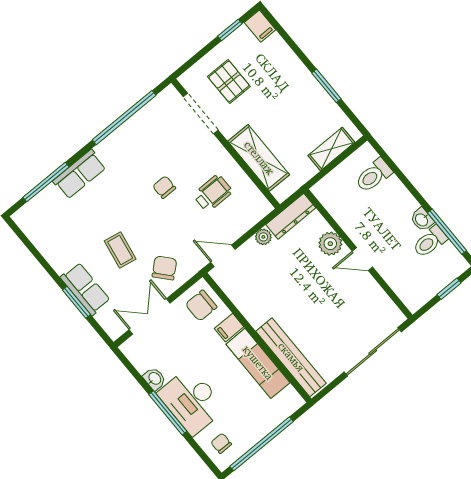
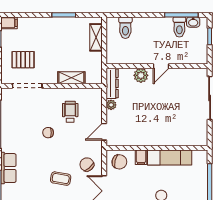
shelving: (259, 158) -> (71, 78), width x0.67, depth x0.75
washbasin: (422, 220) -> (193, 22), moved
chair: (201, 306) -> (119, 162), turned -77
bench: (291, 357) -> (180, 139), removed

